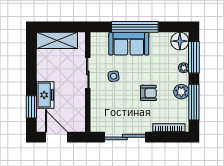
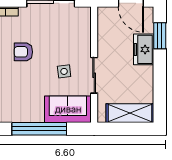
sofa: (129, 44) -> (68, 109), moved

